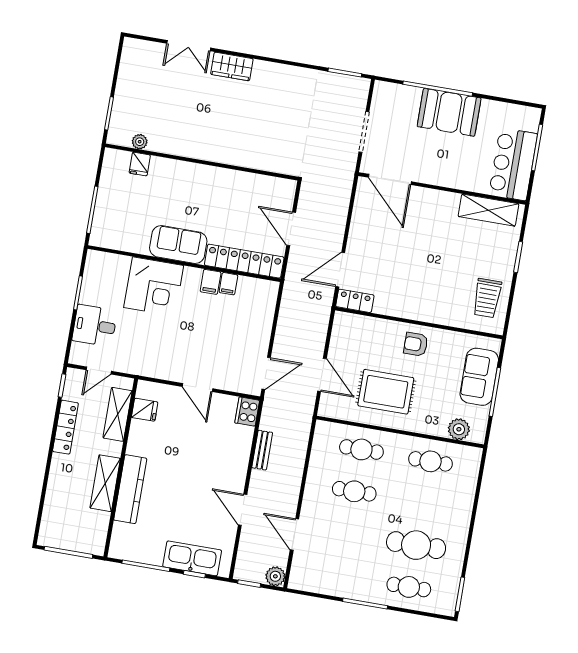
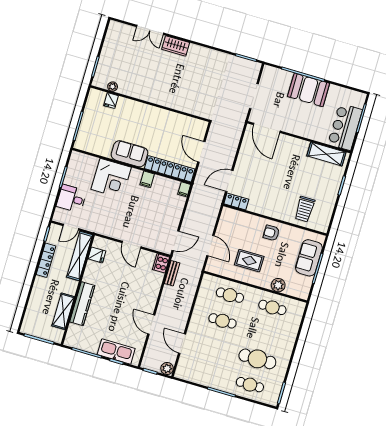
filing cabinet: (228, 284) -> (184, 189), moved
trolley: (487, 298) -> (305, 209), moved
rug: (386, 392) -> (249, 261), width x0.73, depth x0.70
shelving: (118, 414) -> (80, 256), width x1.47
plant: (459, 429) -> (278, 285), moved
bench: (262, 450) -> (172, 273), moved
shelving: (105, 483) -> (63, 311), moved

